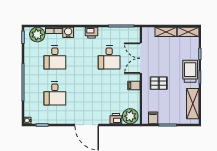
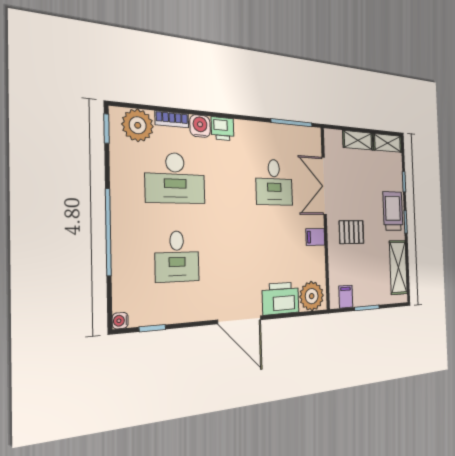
printer: (91, 33) -> (223, 129), moved
desk: (55, 58) -> (175, 178), width x1.37
printer: (116, 119) -> (281, 298), width x1.87, depth x1.48

